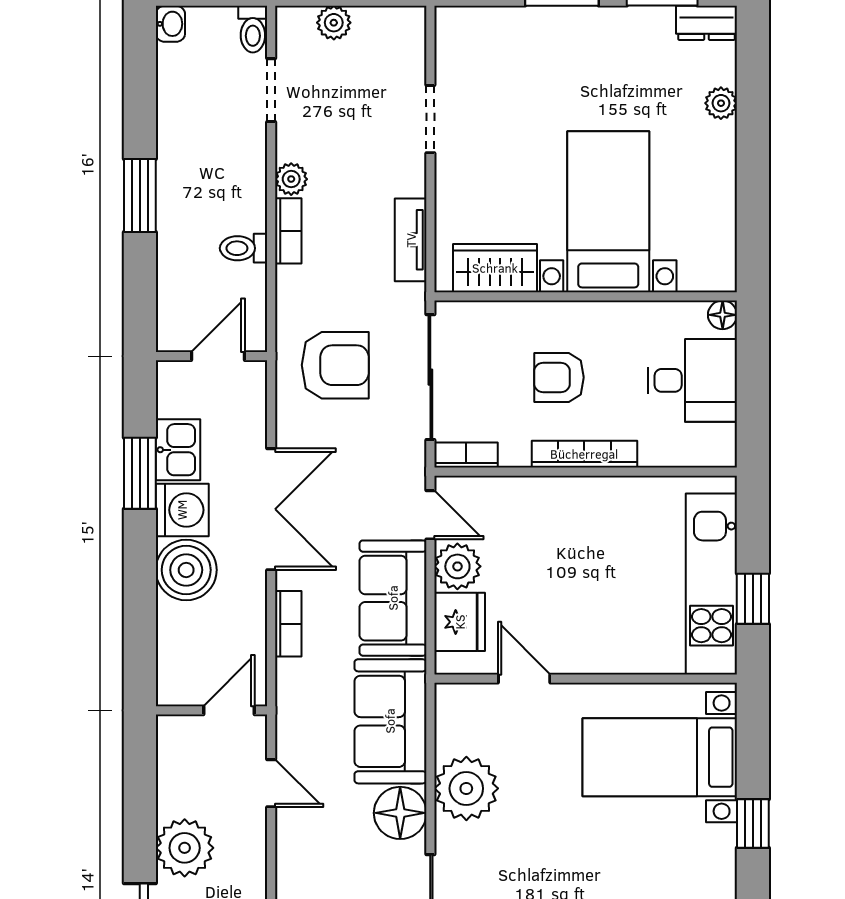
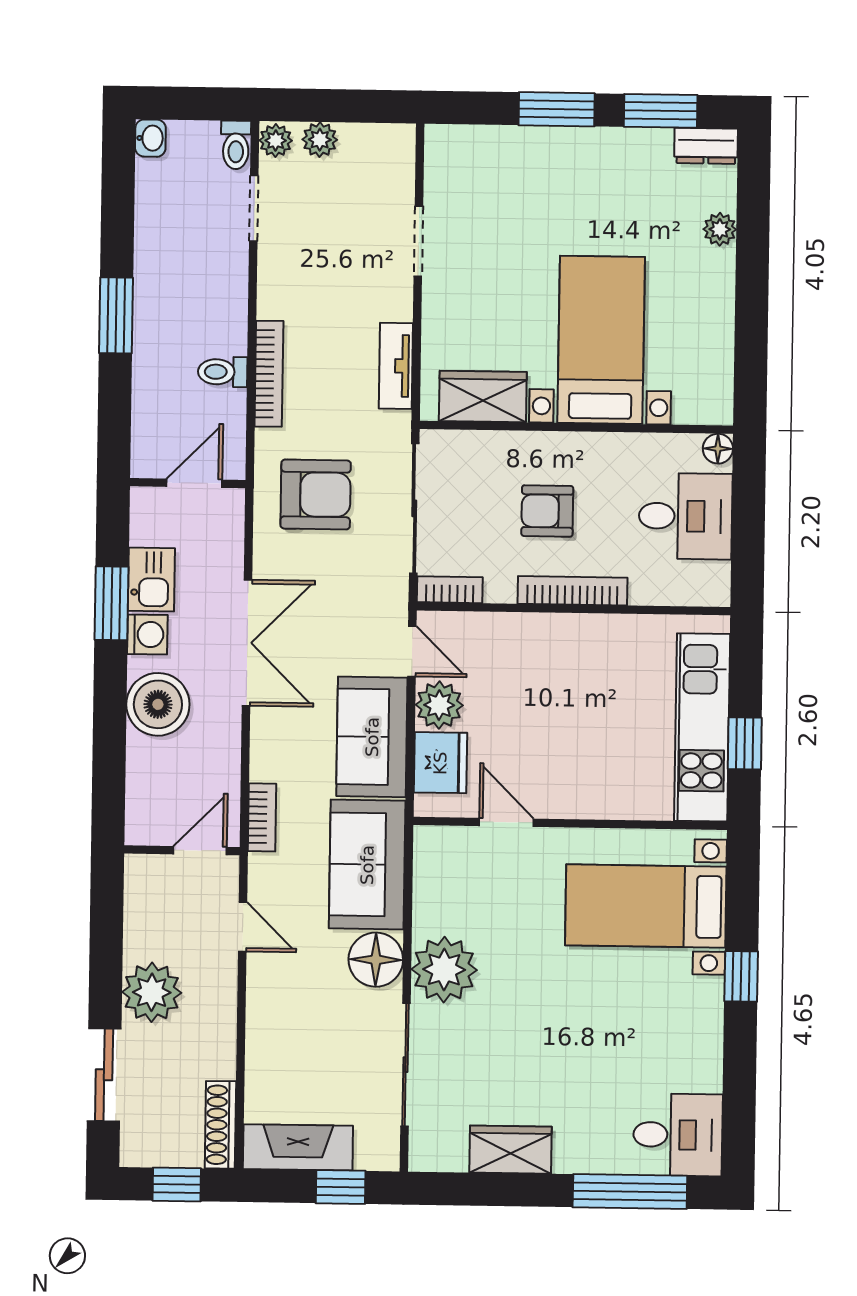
plant: (291, 179) -> (276, 141), moved
bookcase: (288, 231) -> (269, 374), width x1.56
washing machine: (182, 510) -> (147, 634), width x0.73, depth x0.73
bookcase: (288, 624) -> (262, 817), moved
plant: (466, 788) -> (444, 970), moved

